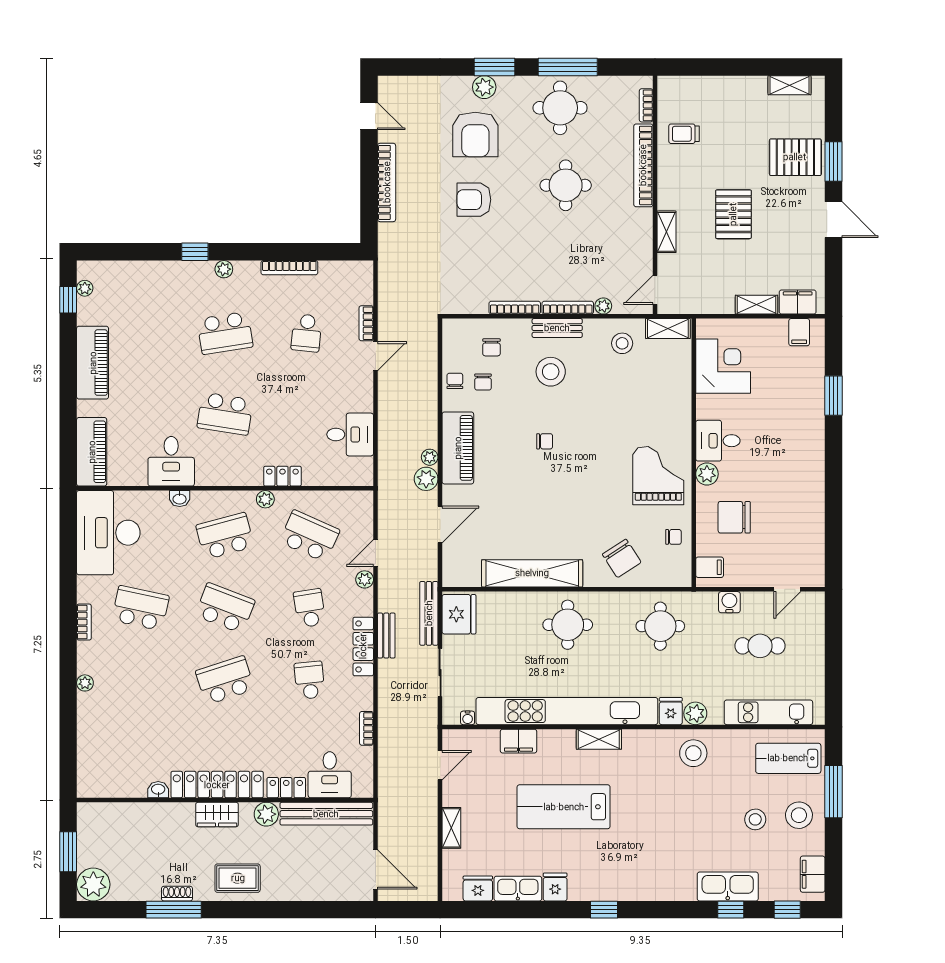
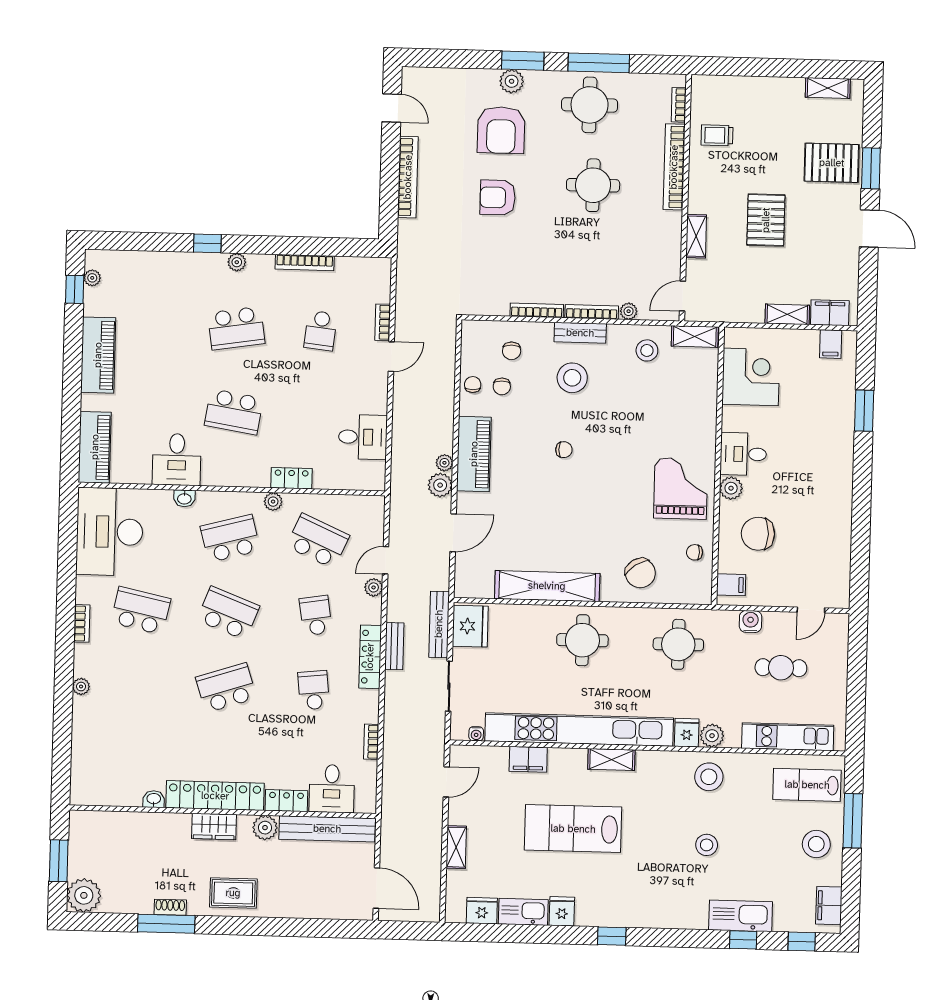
chair: (673, 537) -> (695, 552), turned 180
stool: (755, 819) -> (707, 845), moved

